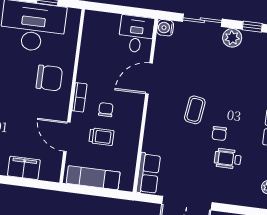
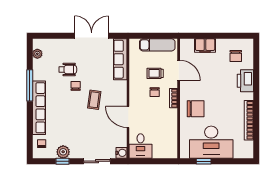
plant: (232, 38) -> (63, 152), moved
chair: (49, 78) -> (196, 109), turned 180
door: (149, 79) -> (128, 117), swing flipped
row of seats: (148, 173) -> (120, 59), width x1.48

